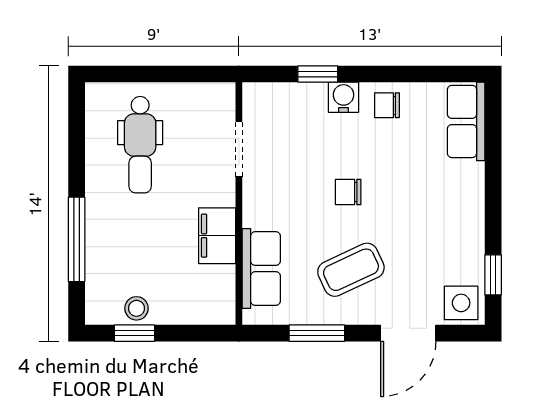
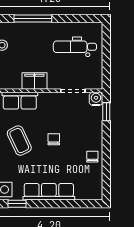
window: (318, 74) -> (106, 112), moved
water cooler: (343, 97) -> (96, 99), moved, turned -90
row of seats: (466, 121) -> (49, 192), moved, width x1.48

